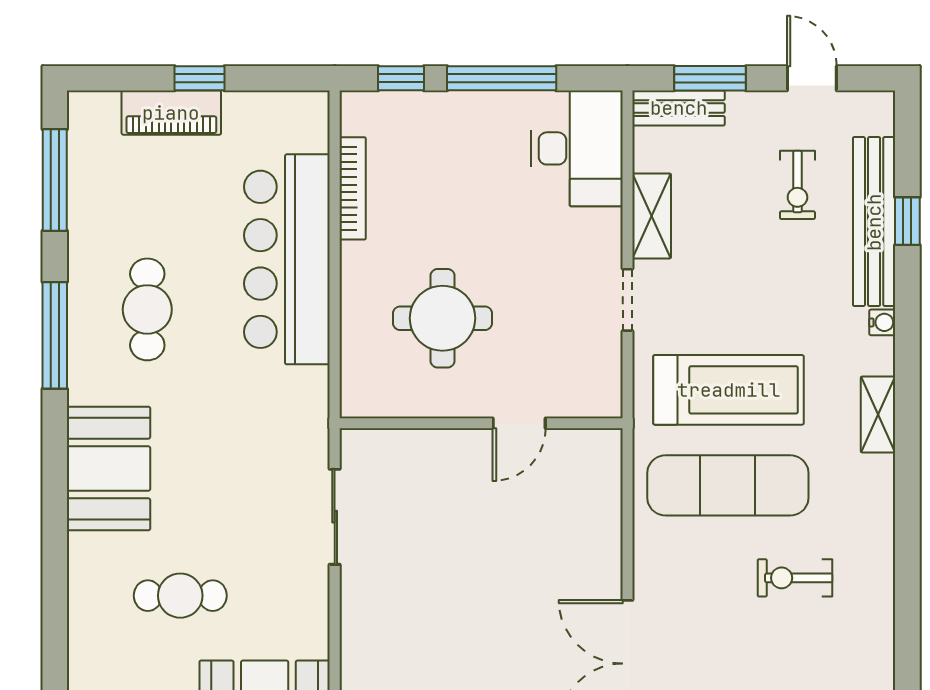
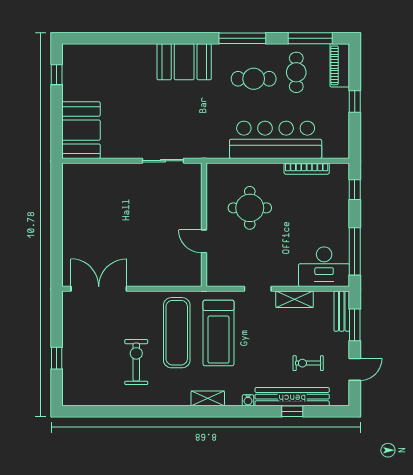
window: (502, 78) -> (355, 251), moved
piano: (171, 113) -> (340, 65), moved
exercise bike: (795, 578) -> (136, 362), width x1.38, depth x1.39
cafe table: (180, 596) -> (296, 72), moved

